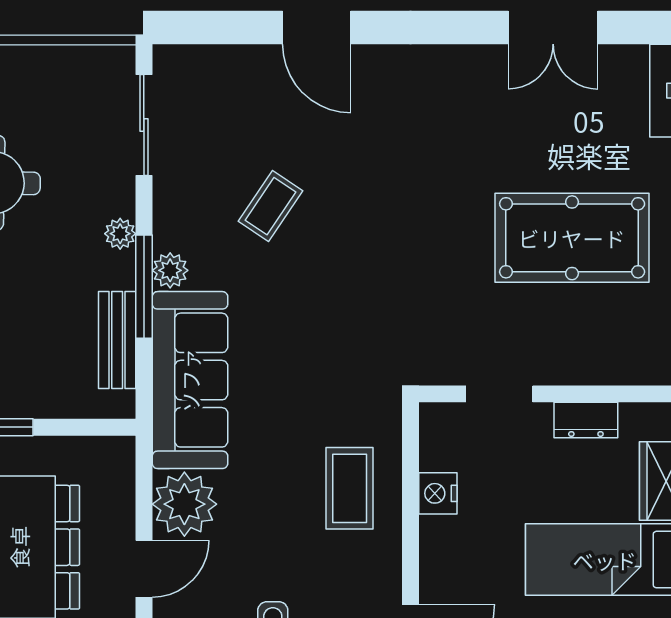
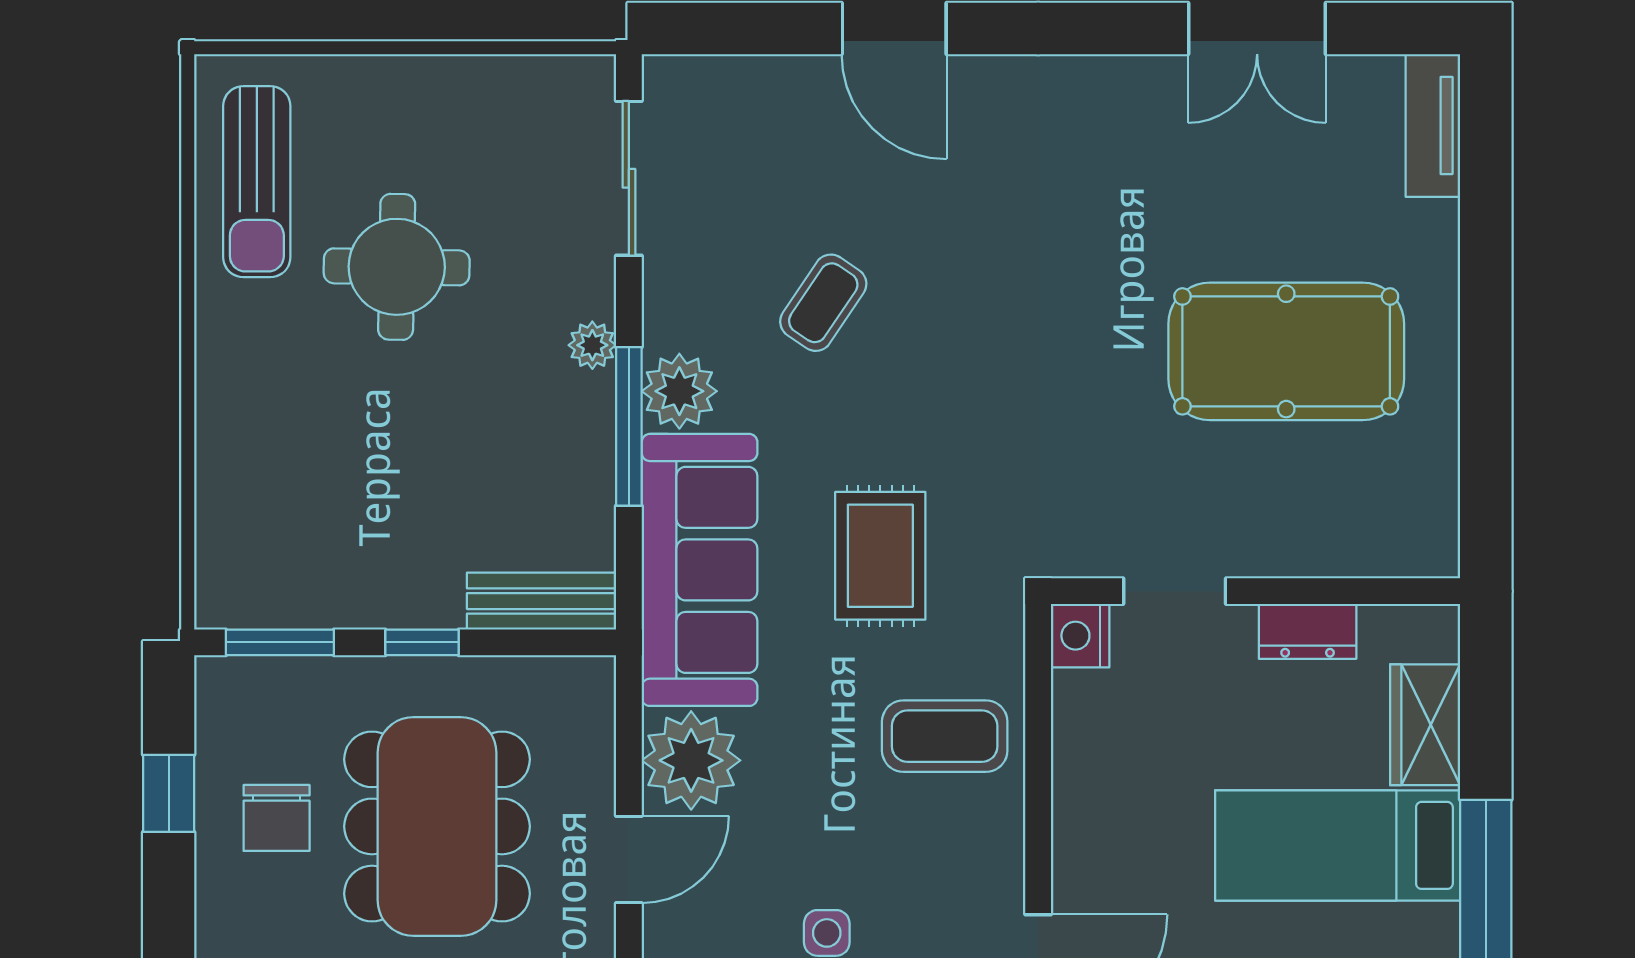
plant: (170, 270) -> (679, 391), width x1.38, depth x1.38
bench: (117, 340) -> (542, 601), moved, turned 90
rug: (308, 371) -> (880, 556), added
coffee table: (350, 488) -> (945, 736), turned 90
nightstand: (438, 493) -> (1080, 636), moved

